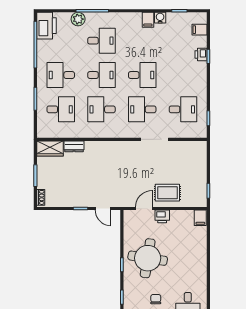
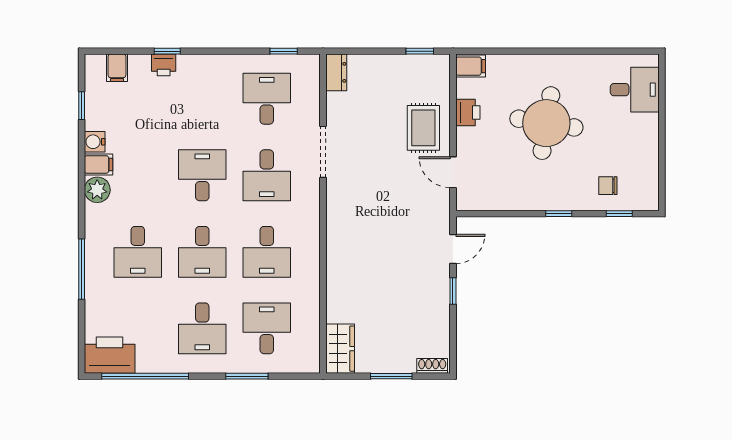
plant: (78, 19) -> (97, 190), moved
desk: (101, 41) -> (138, 252), turned 180
desk: (101, 75) -> (202, 252), turned 180
dresser: (74, 146) -> (336, 72), moved
printer: (162, 216) -> (468, 113), moved
round table: (148, 258) -> (546, 123), moved
chair: (156, 299) -> (608, 186), moved

